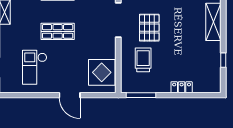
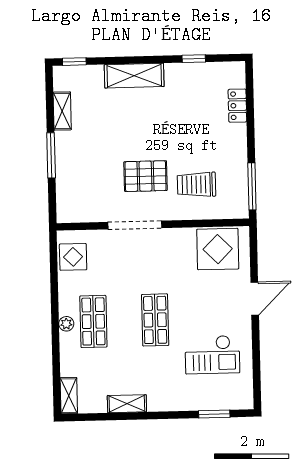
locker: (182, 87) -> (237, 106), moved

